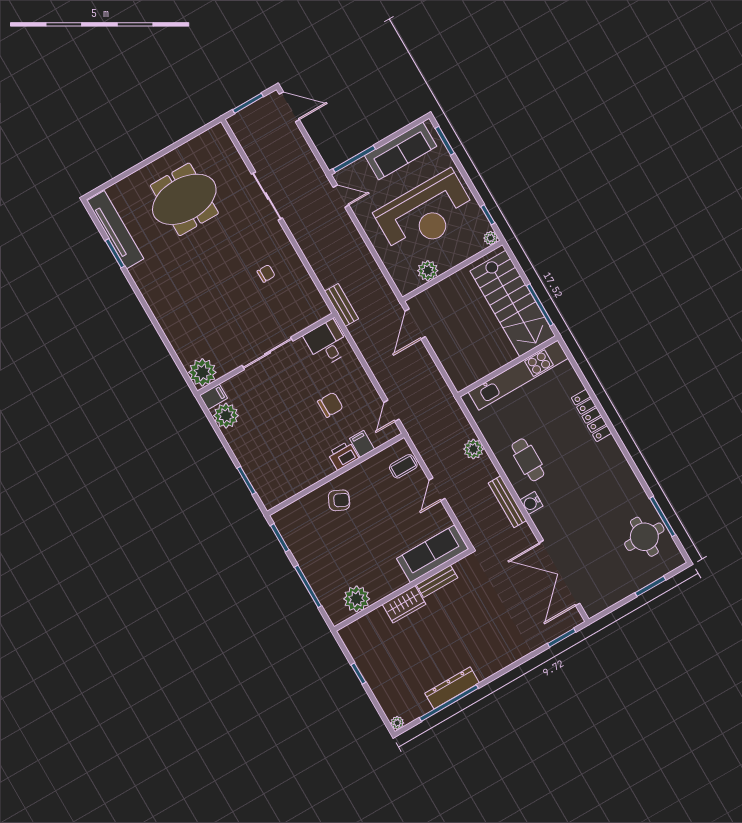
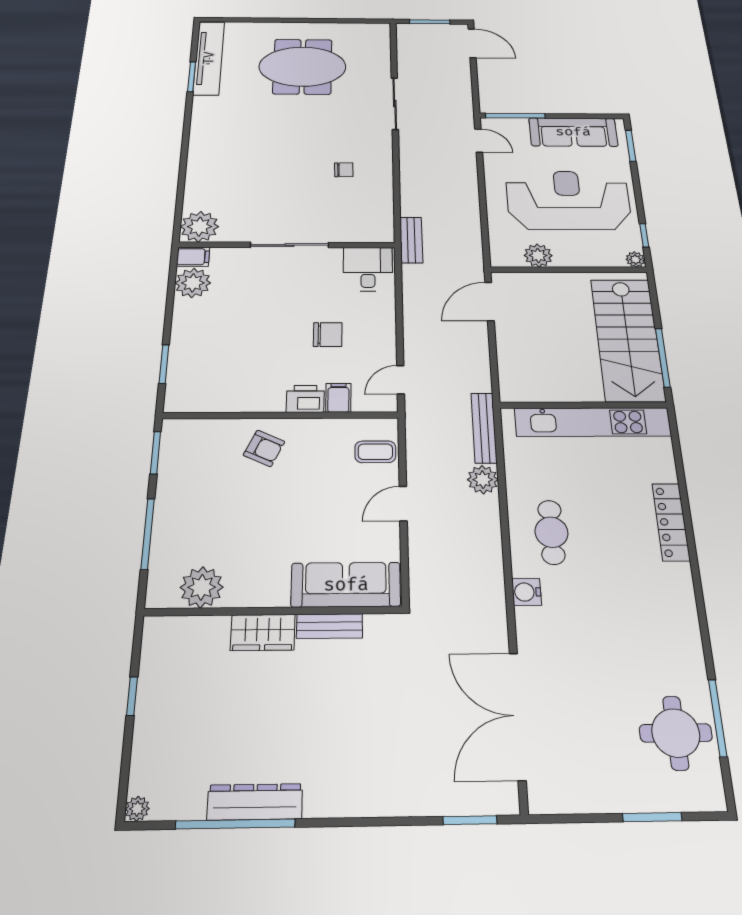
reception desk: (425, 214) -> (568, 200), turned 180
bench: (507, 502) -> (484, 428), moved

